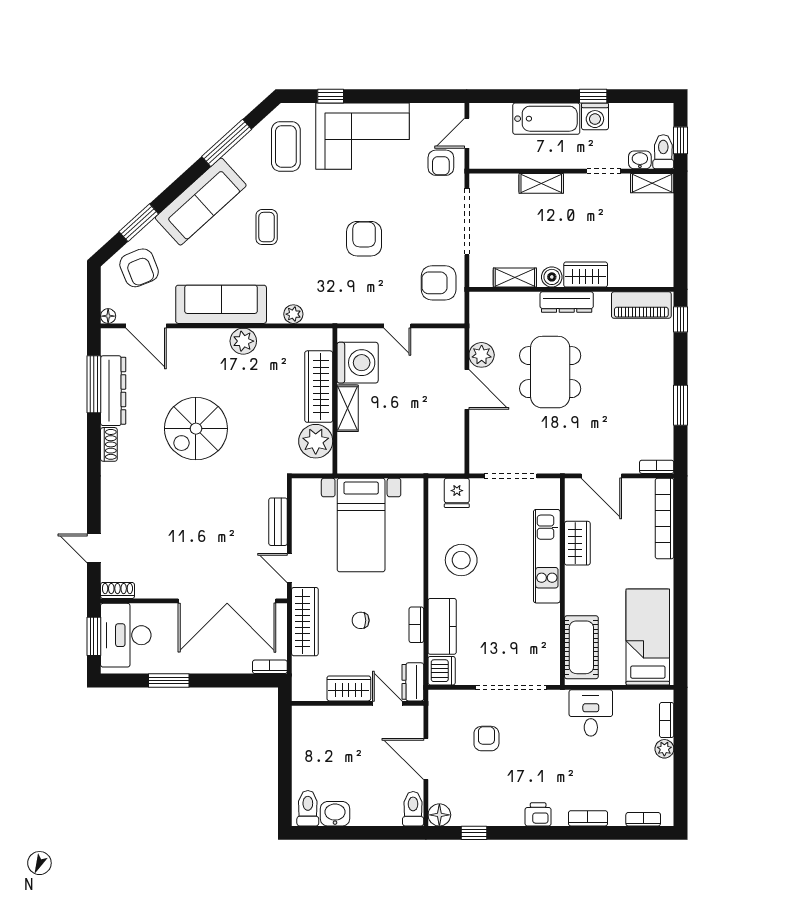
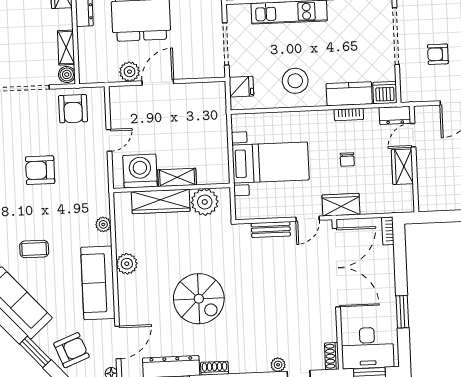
boiler: (552, 277) -> (67, 74), moved
plant: (110, 523) -> (278, 365), added
wardrobe: (305, 622) -> (341, 205), width x0.67

